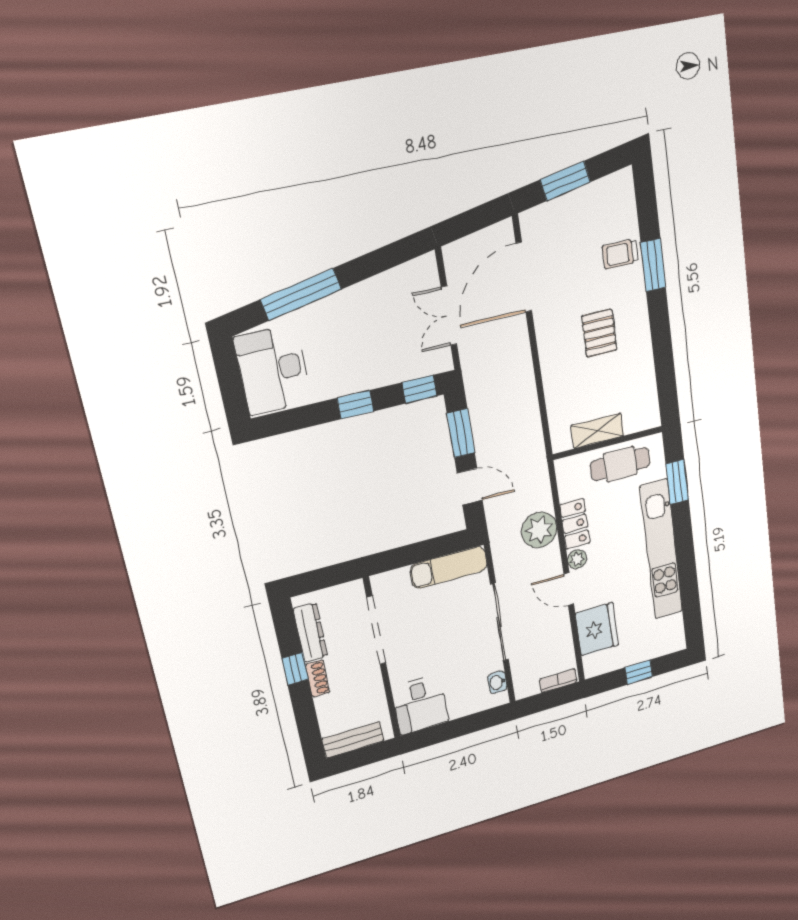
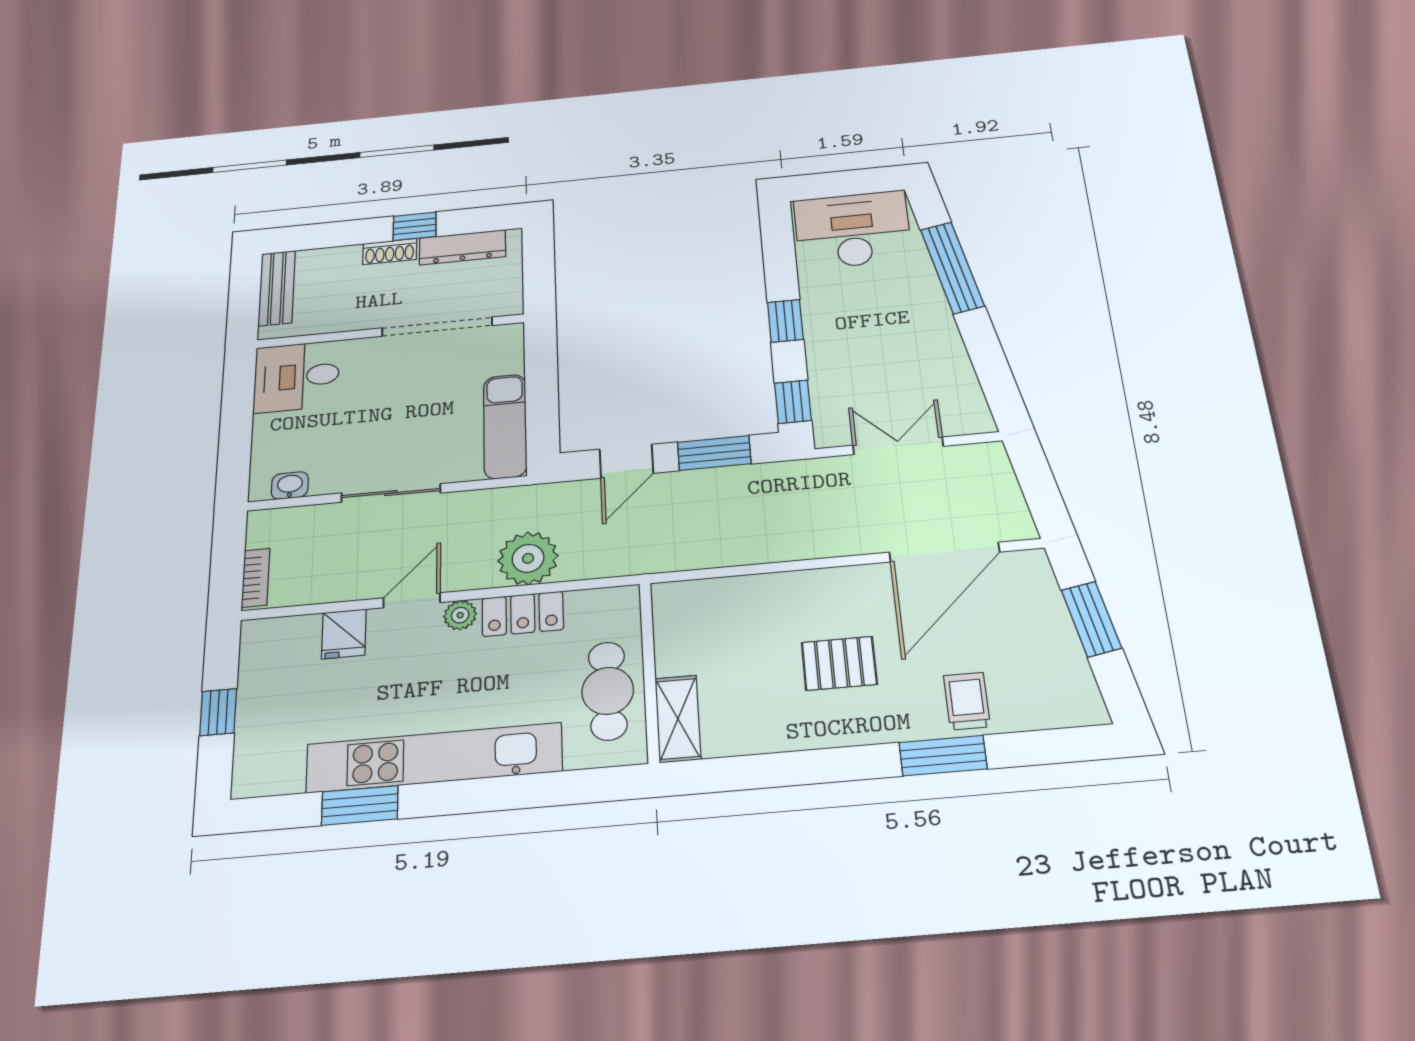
door: (524, 277) -> (944, 552), swing flipped
shelving: (597, 431) -> (678, 719), moved
window: (677, 482) -> (360, 805), moved
sliding door: (499, 622) -> (391, 493), width x0.73
fridge: (597, 629) -> (344, 634), width x0.53, depth x0.75

